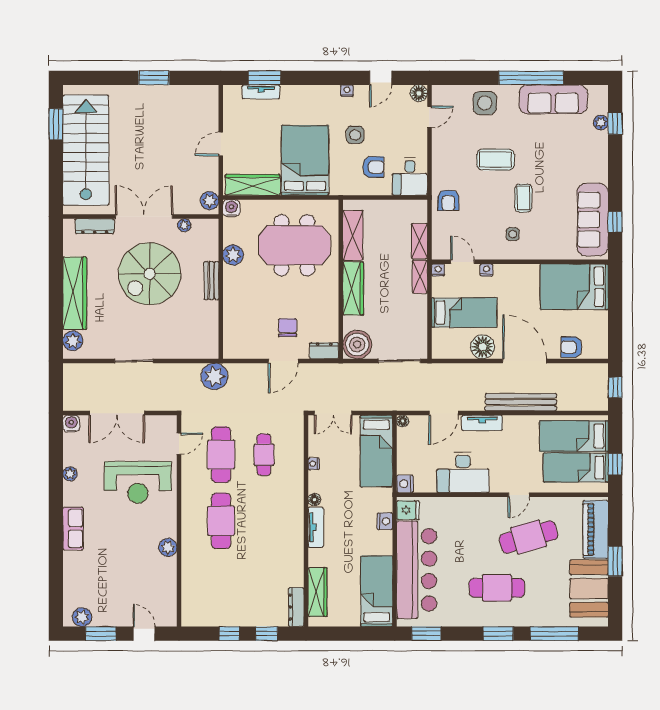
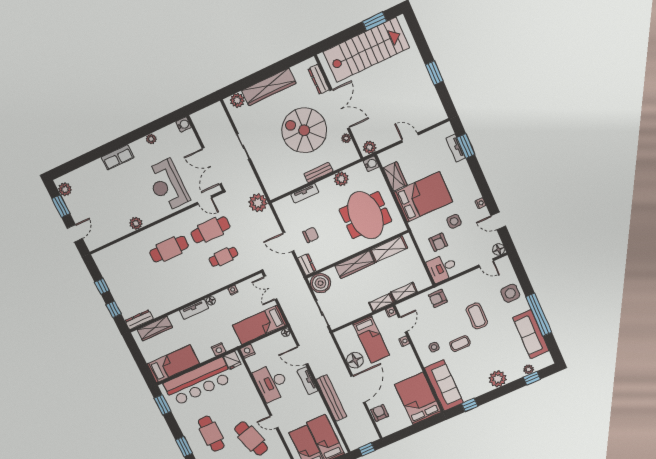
plant: (595, 169) -> (498, 379), added
wardrobe: (253, 185) -> (395, 176), width x0.67
sofa: (593, 220) -> (444, 385), moved, turned 90
tv unit: (230, 310) -> (305, 193), added
double door: (117, 413) -> (212, 166), moved

